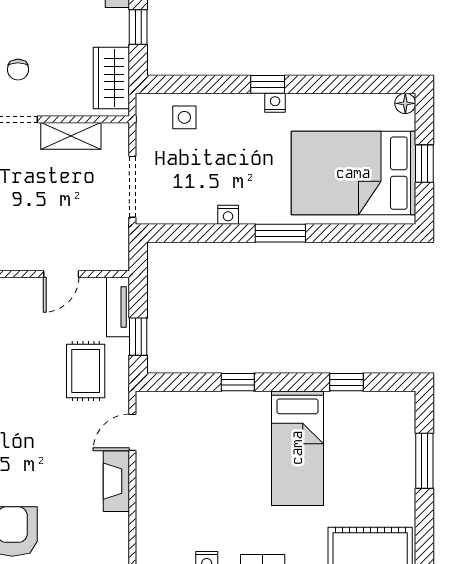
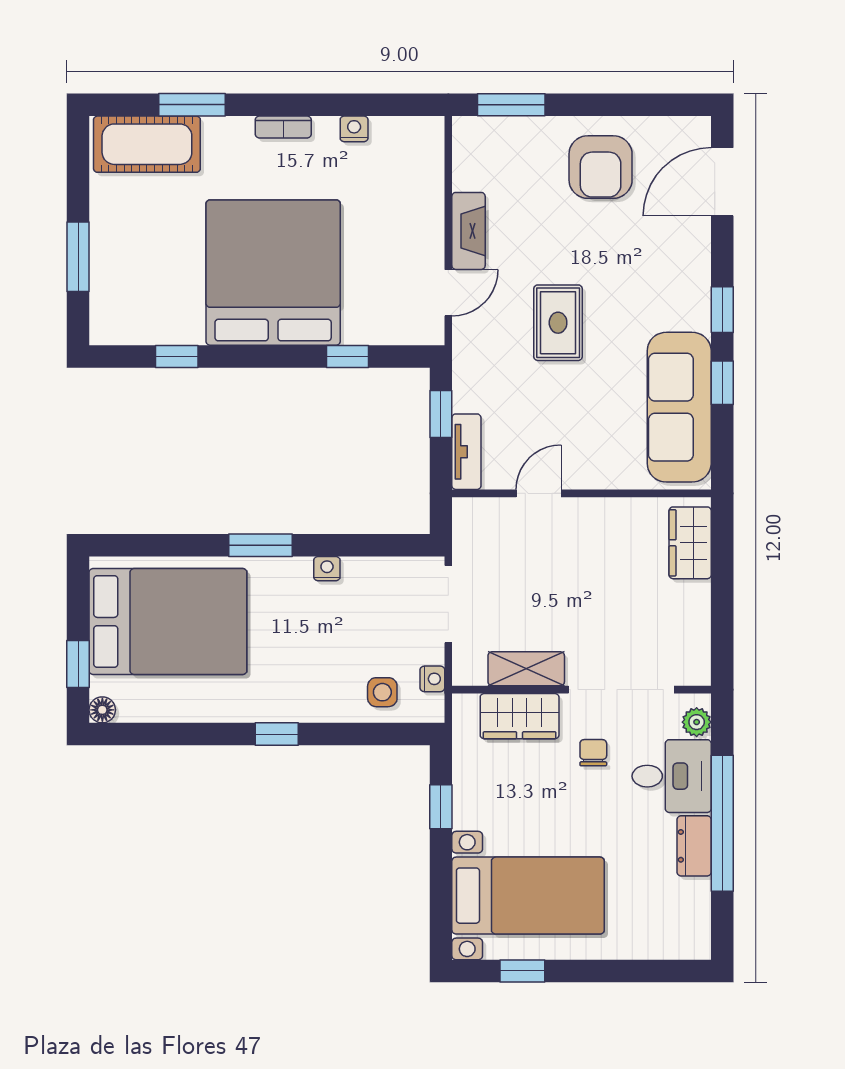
wardrobe: (111, 78) -> (520, 716), moved, turned 90
nightstand: (275, 103) -> (432, 679), moved, turned -90
window: (424, 164) -> (78, 664), moved
rug: (86, 371) -> (558, 323), moved
window: (238, 382) -> (347, 356), moved
bed: (297, 448) -> (273, 273), width x2.04

